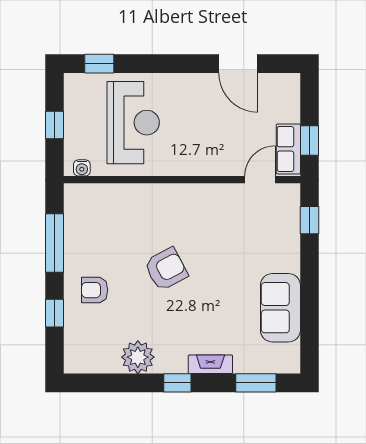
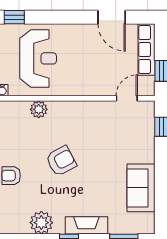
row of seats: (288, 149) -> (147, 50), moved, width x1.48
plant: (134, 195) -> (39, 109), added
fireplace: (210, 364) -> (86, 225), width x1.37, depth x1.32

